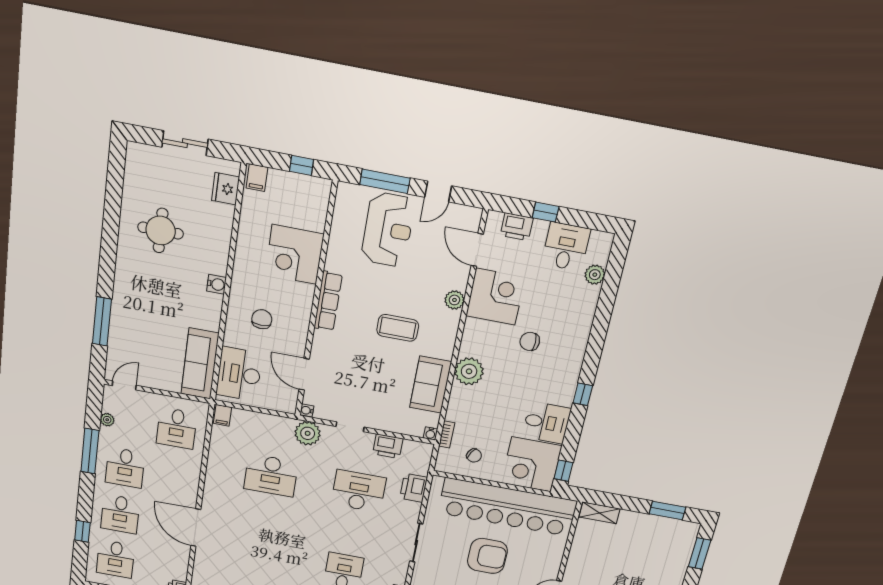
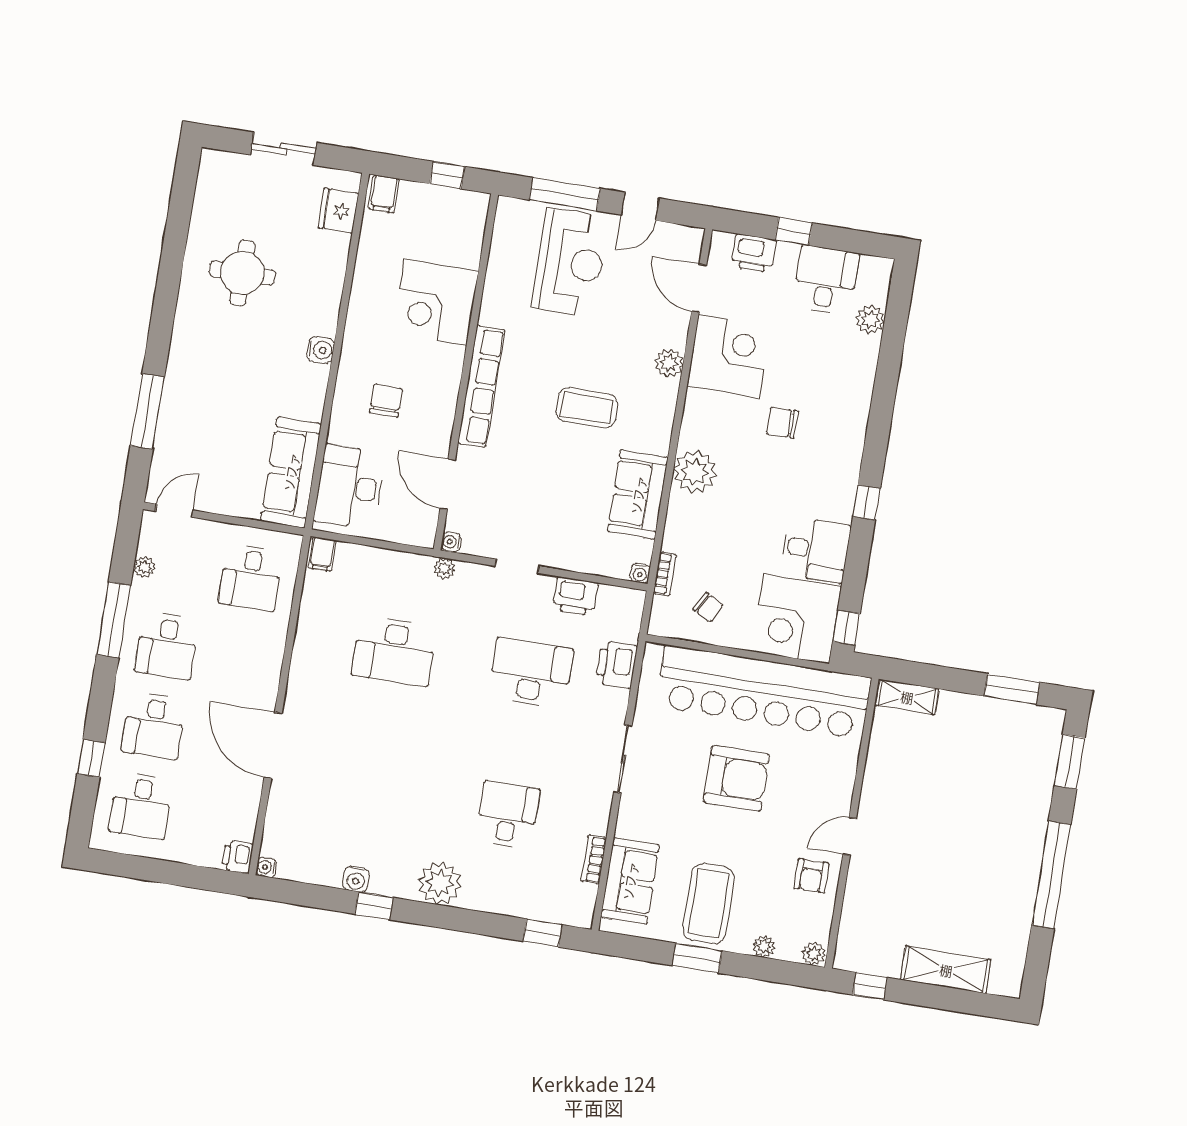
row of seats: (328, 301) -> (481, 386), width x1.36
plant: (308, 433) -> (444, 569), width x0.53, depth x0.53

